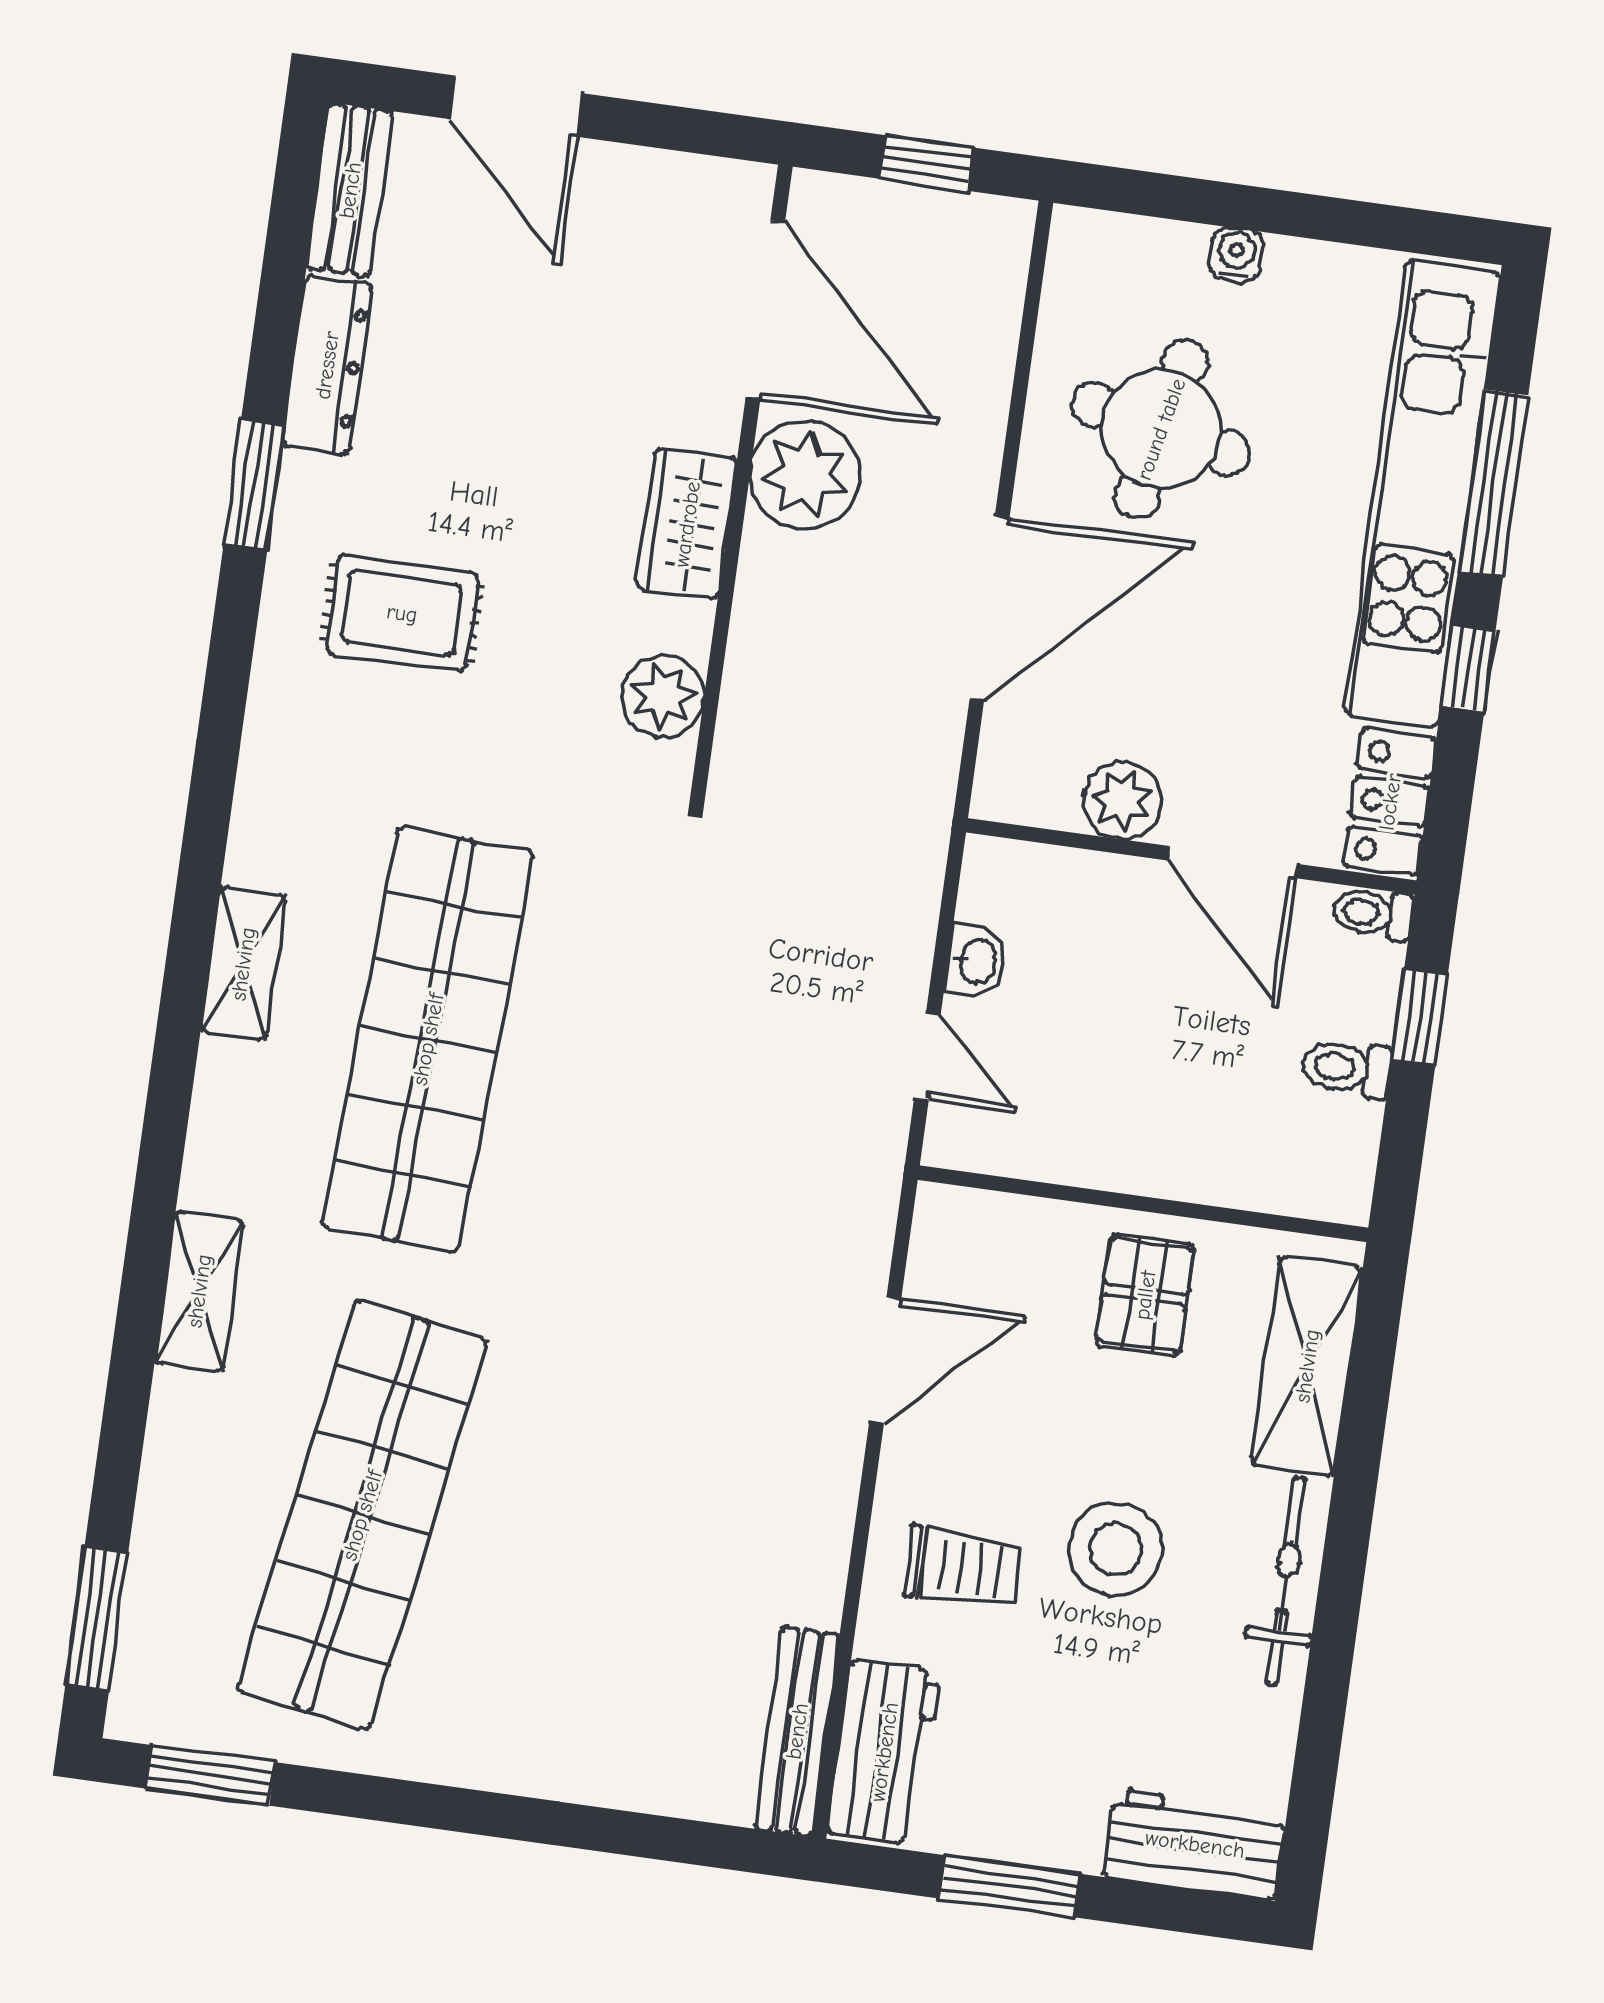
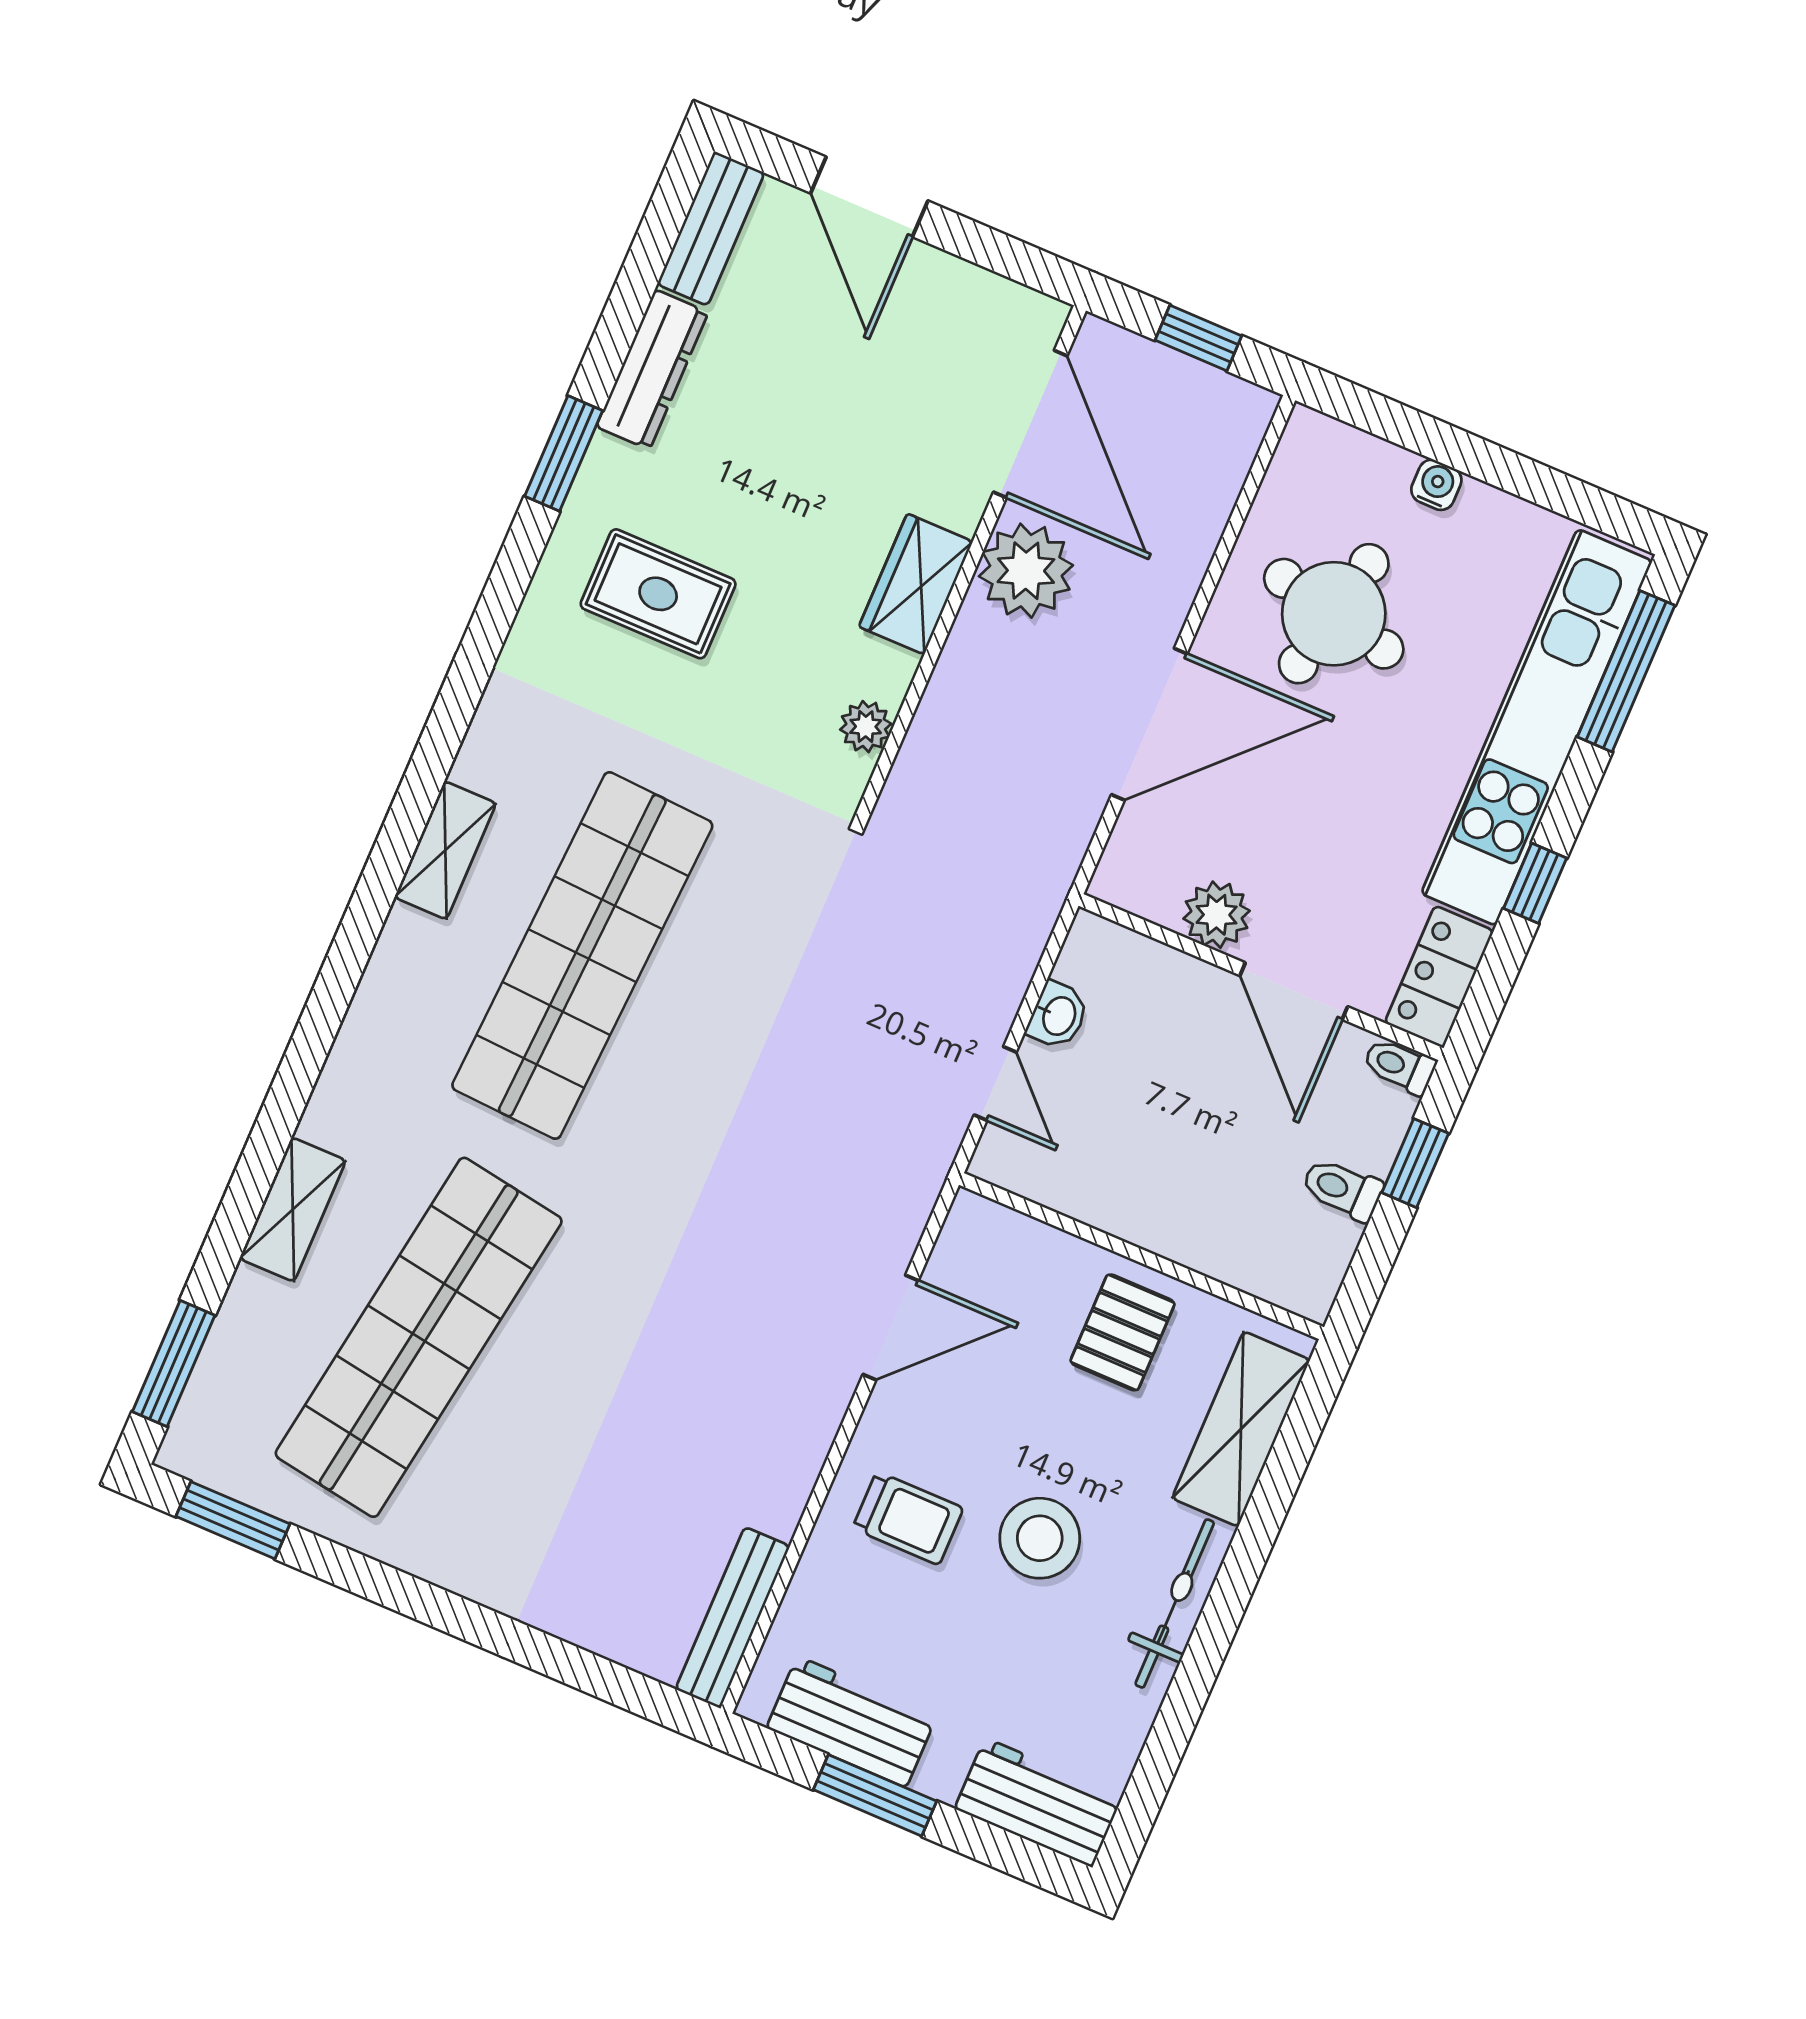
window: (1494, 484) -> (1626, 671), moved
plant: (663, 696) -> (866, 727), width x0.73, depth x0.73
shelving: (199, 1291) -> (293, 1210), moved
workbench: (884, 1752) -> (852, 1722), moved, turned -90

